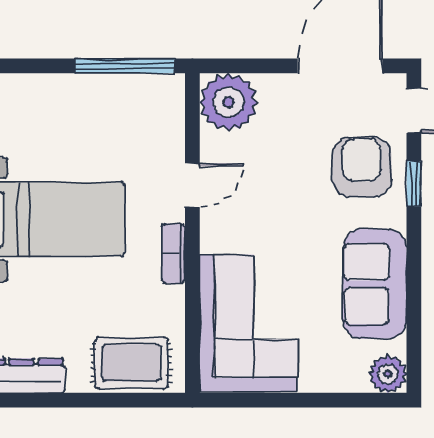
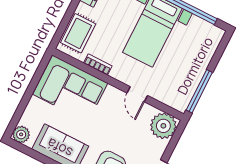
bookcase: (173, 253) -> (98, 65), moved

